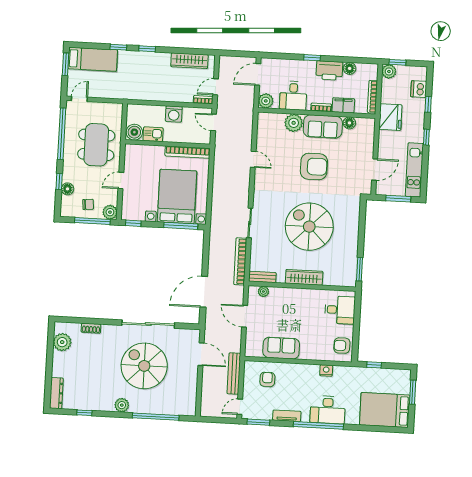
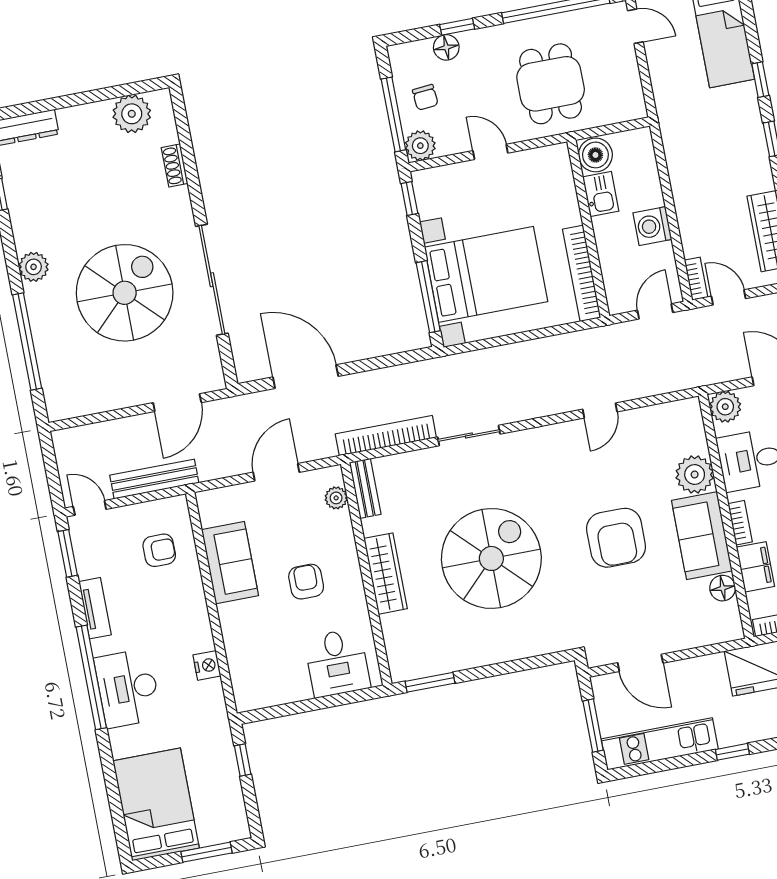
dining table: (96, 145) -> (551, 84), width x0.73
armchair: (342, 346) -> (306, 582), moved

